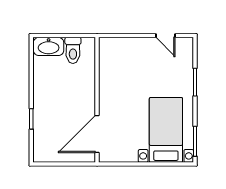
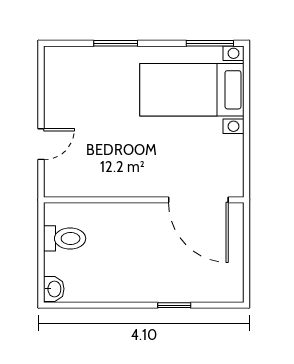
door: (165, 36) -> (41, 144), moved
washbasin: (49, 46) -> (54, 289), width x0.52, depth x0.69

